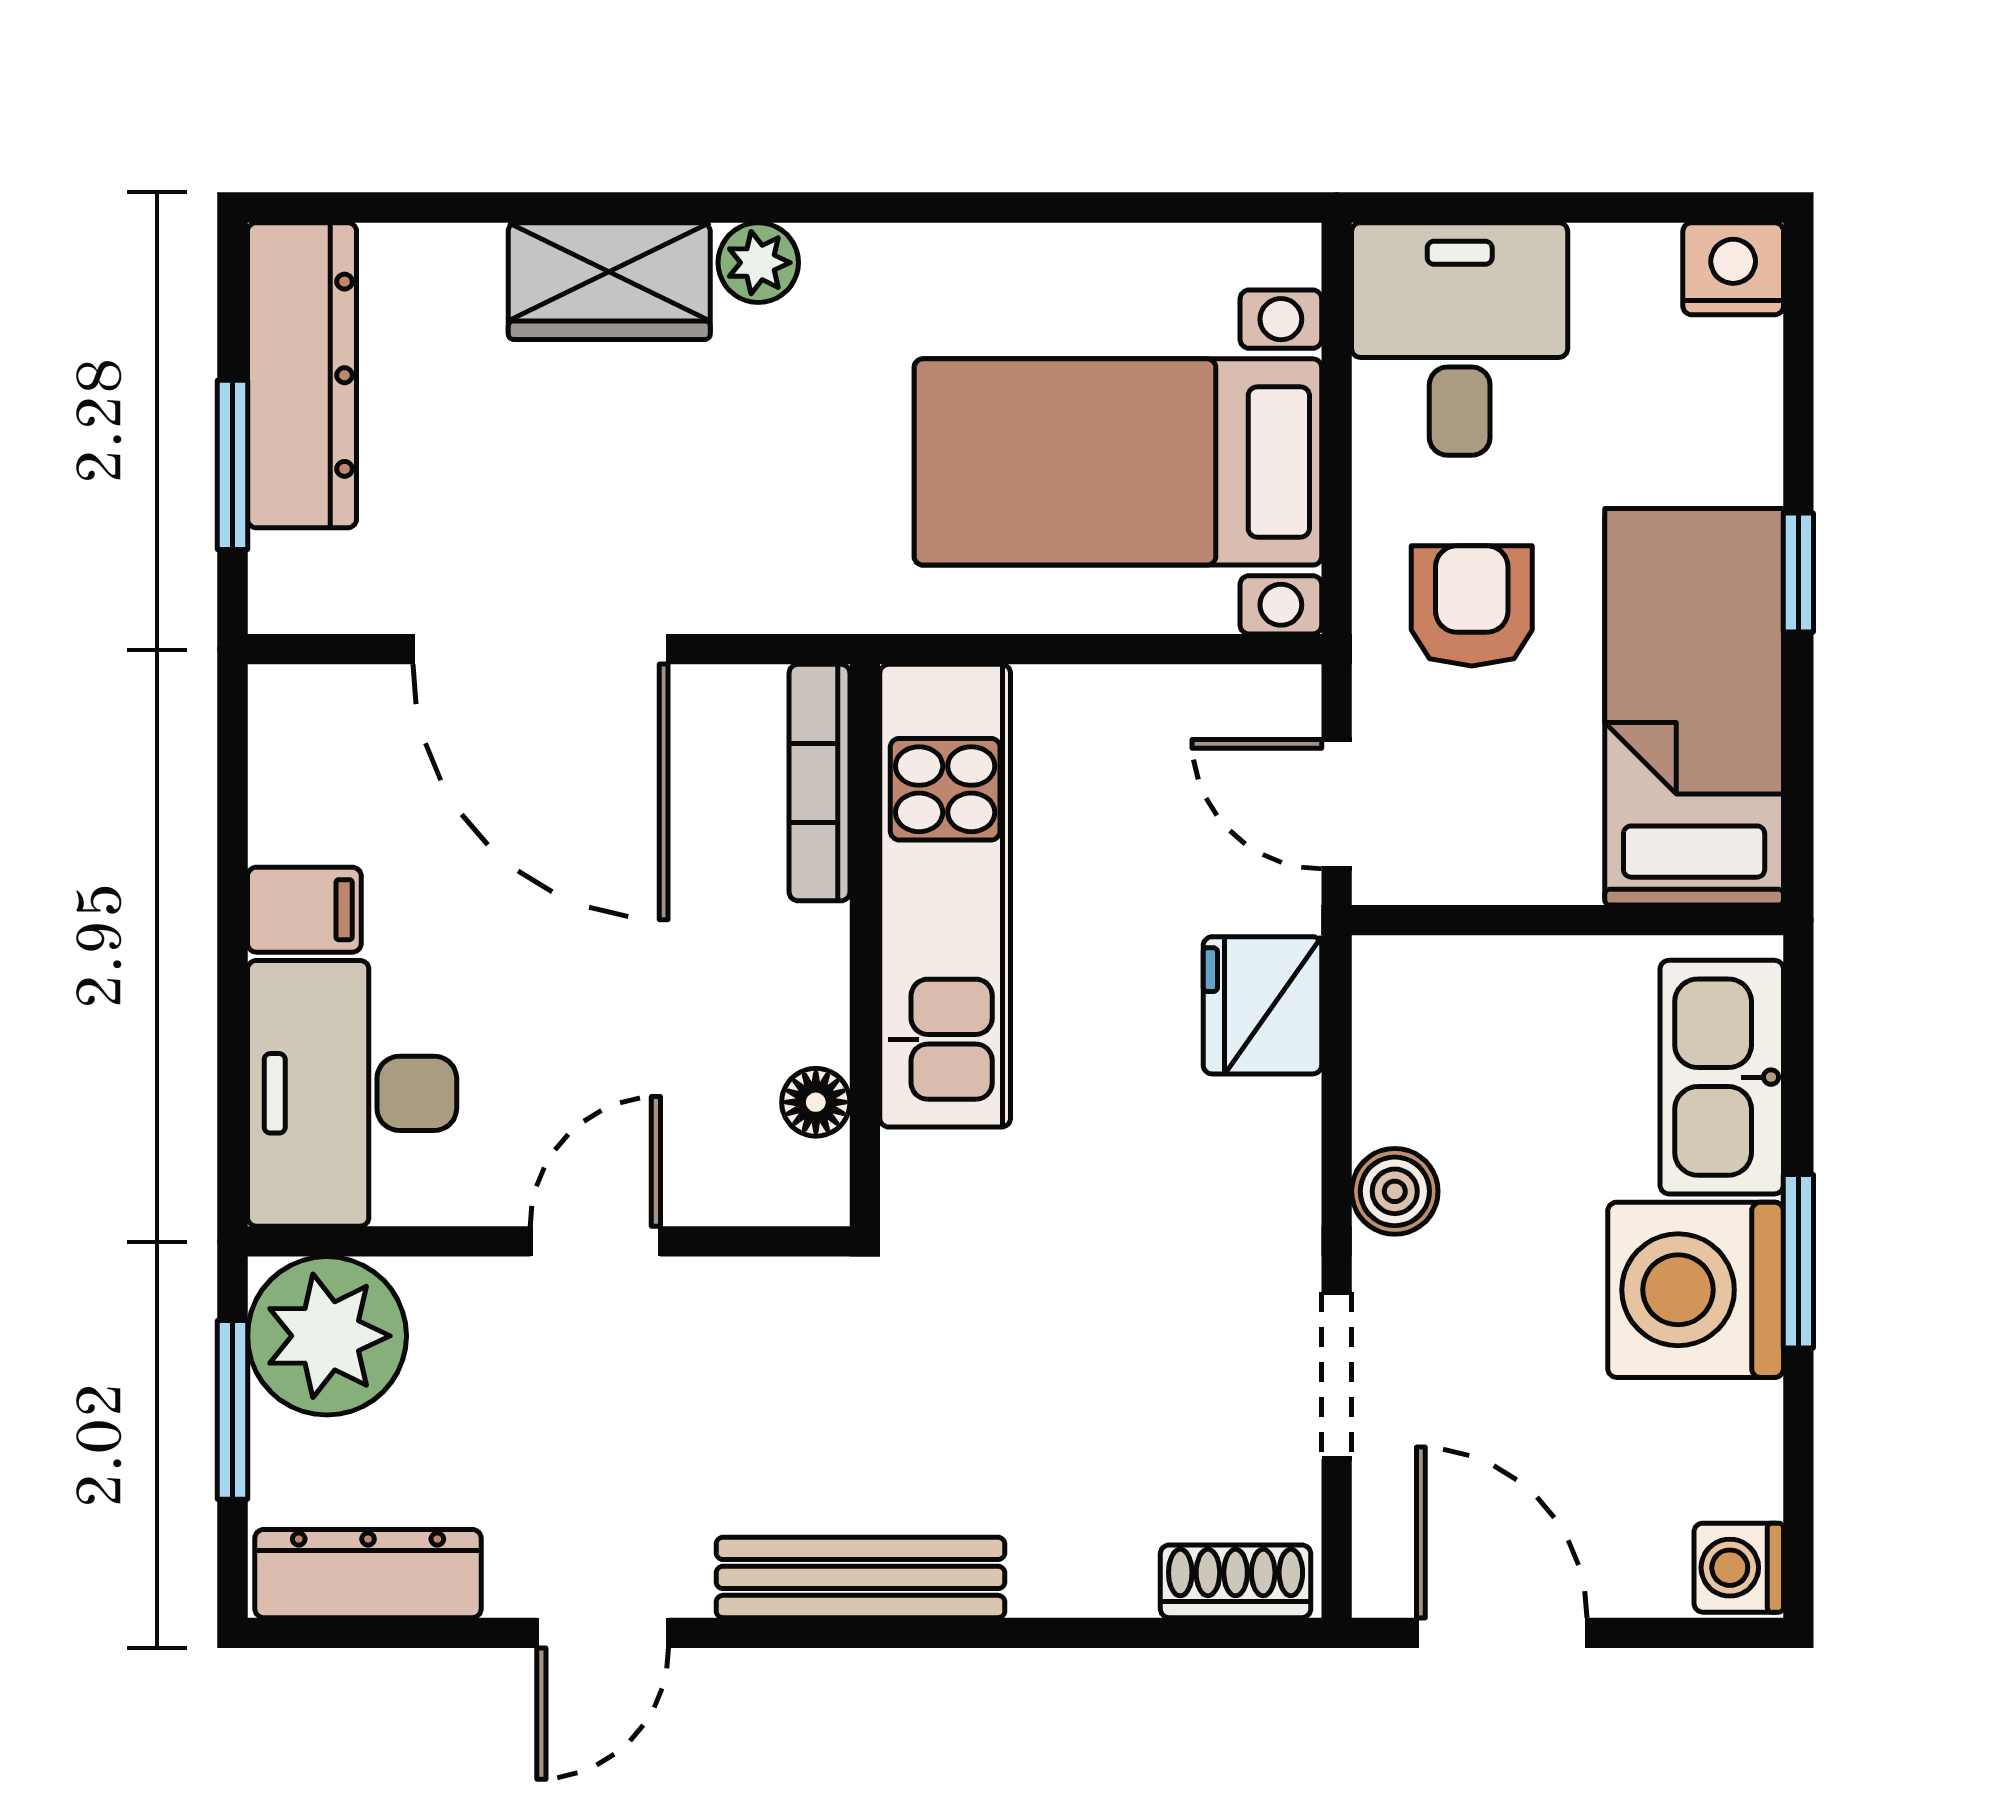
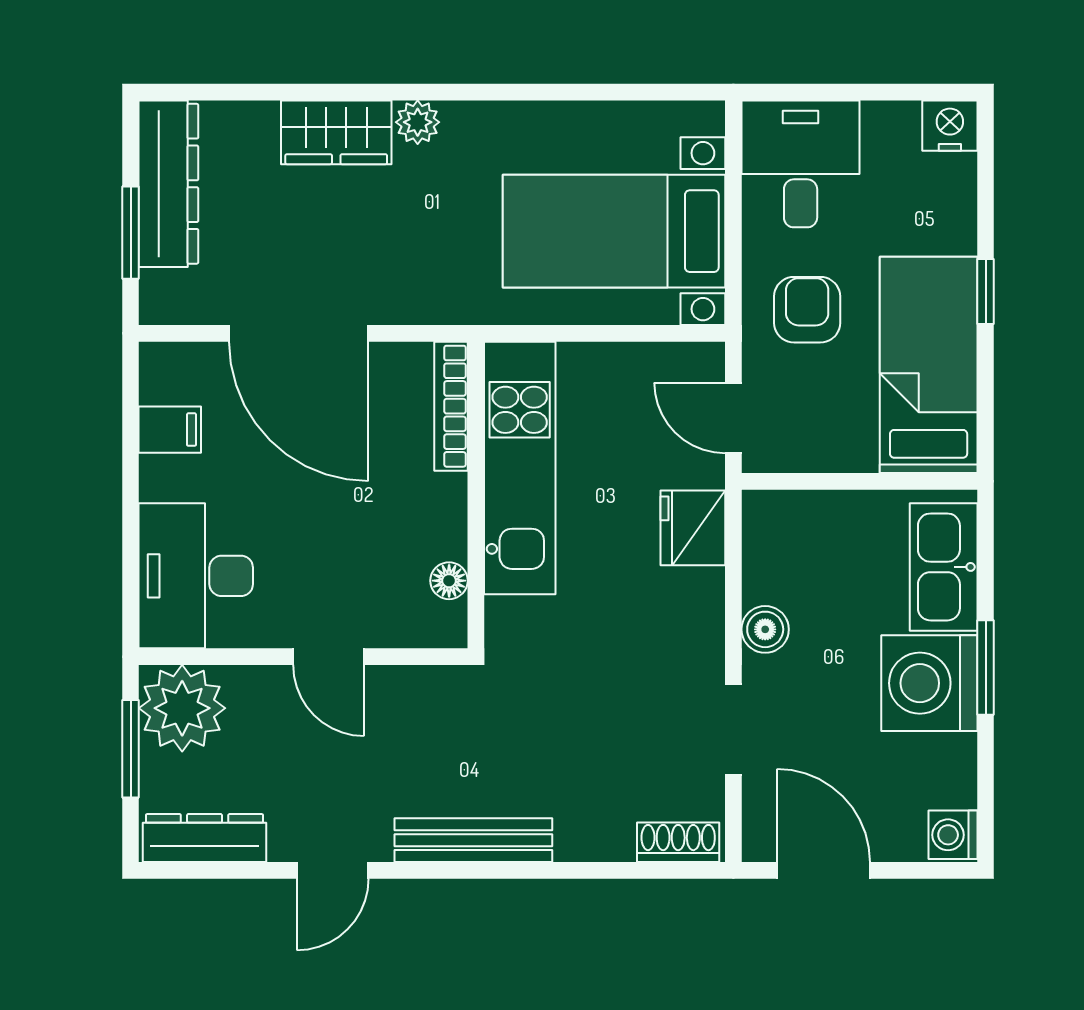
filing cabinet: (304, 910) -> (170, 430), moved
door: (595, 1241) -> (329, 657), swing flipped

